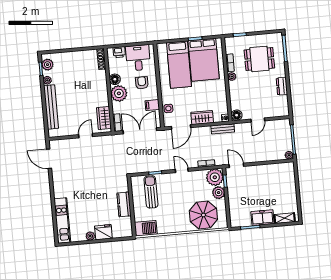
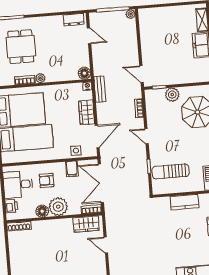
dresser: (282, 86) -> (74, 20), moved
door: (258, 120) -> (89, 36), moved
door: (181, 127) -> (97, 136), hinge flipped
door: (236, 165) -> (141, 74), hinge flipped
door: (182, 170) -> (146, 136), hinge flipped
plant: (215, 177) -> (155, 99), removed

